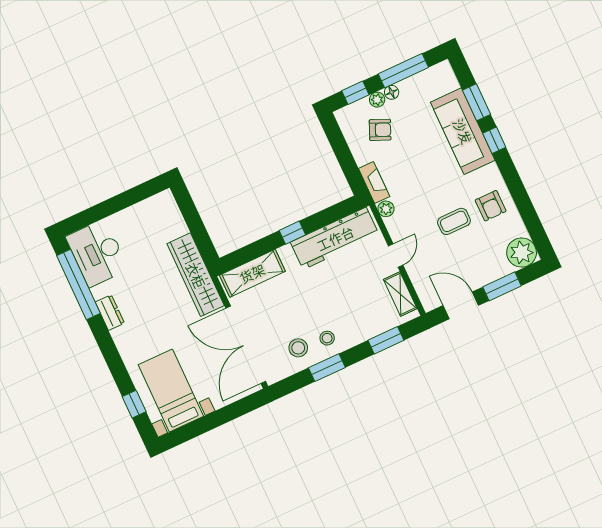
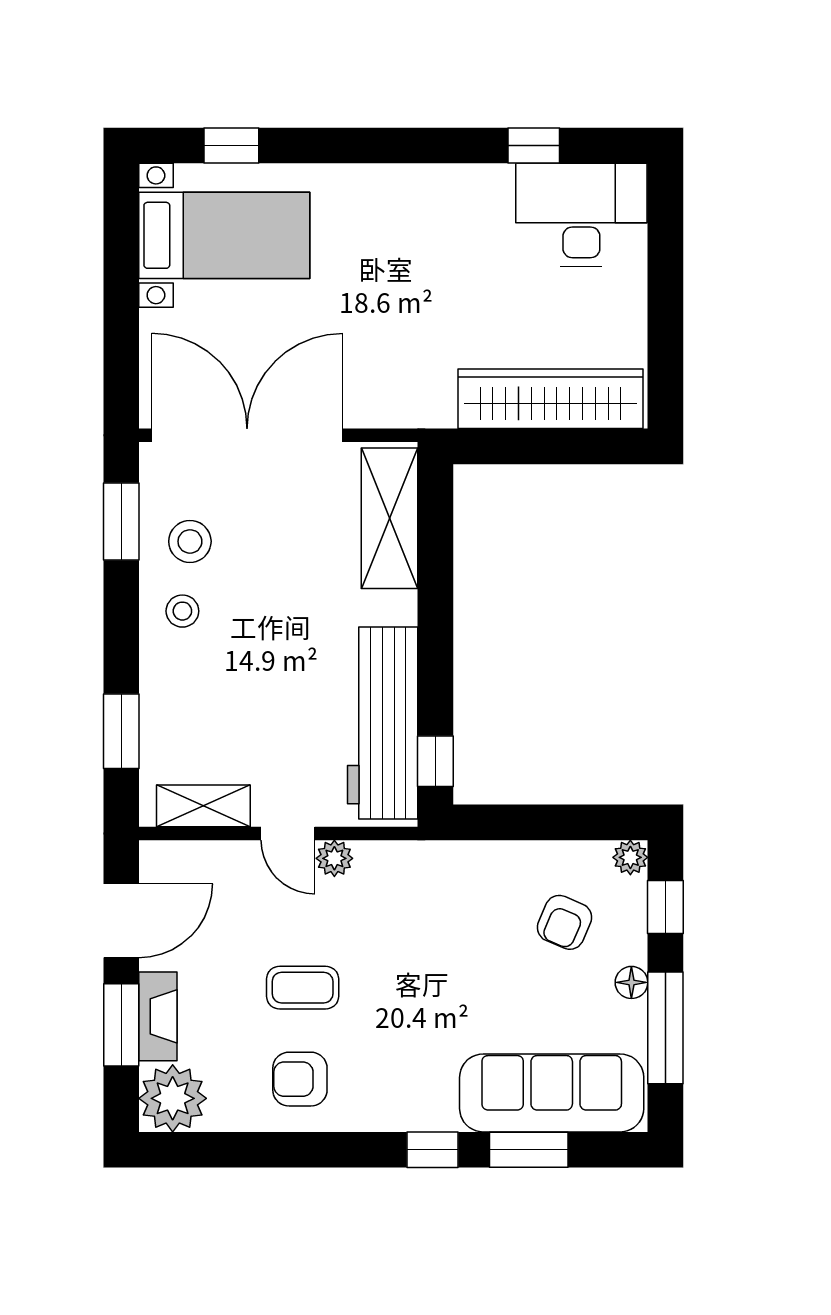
plant: (377, 100) -> (630, 857), moved
sofa: (463, 131) -> (552, 1093), moved
fireplace: (374, 182) -> (158, 1016), moved, turned -90
plant: (386, 209) -> (334, 858), moved
coffee table: (454, 221) -> (303, 988), turned 90
window: (292, 233) -> (435, 761), moved
wardrobe: (196, 275) -> (550, 399), moved
window: (79, 285) -> (534, 145), width x0.32
dresser: (110, 313) -> (445, 184), removed
window: (327, 368) -> (121, 521), moved

